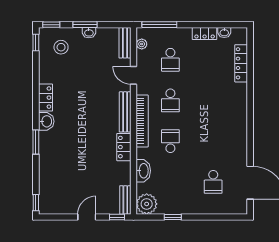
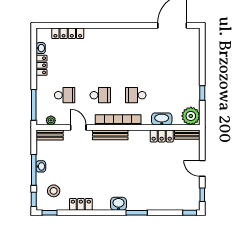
window: (85, 25) -> (34, 170), width x1.44
door: (134, 75) -> (78, 127), swing flipped
locker: (46, 98) -> (81, 204), moved
locker: (124, 147) -> (162, 136), moved
school desk: (213, 182) -> (171, 58), removed
window: (117, 217) -> (202, 195), moved

